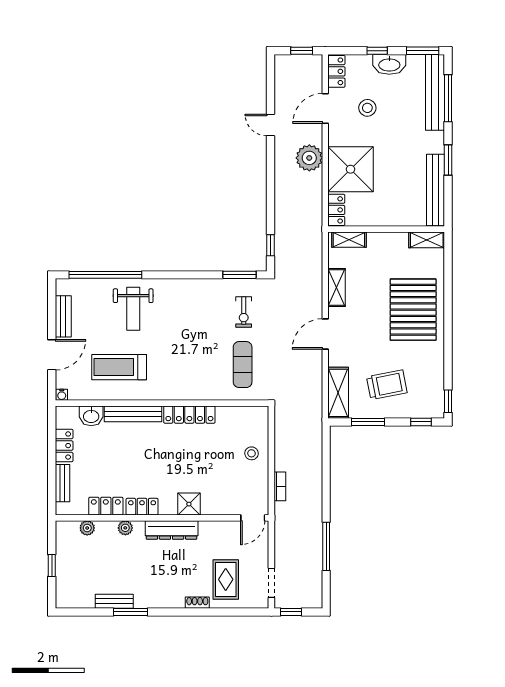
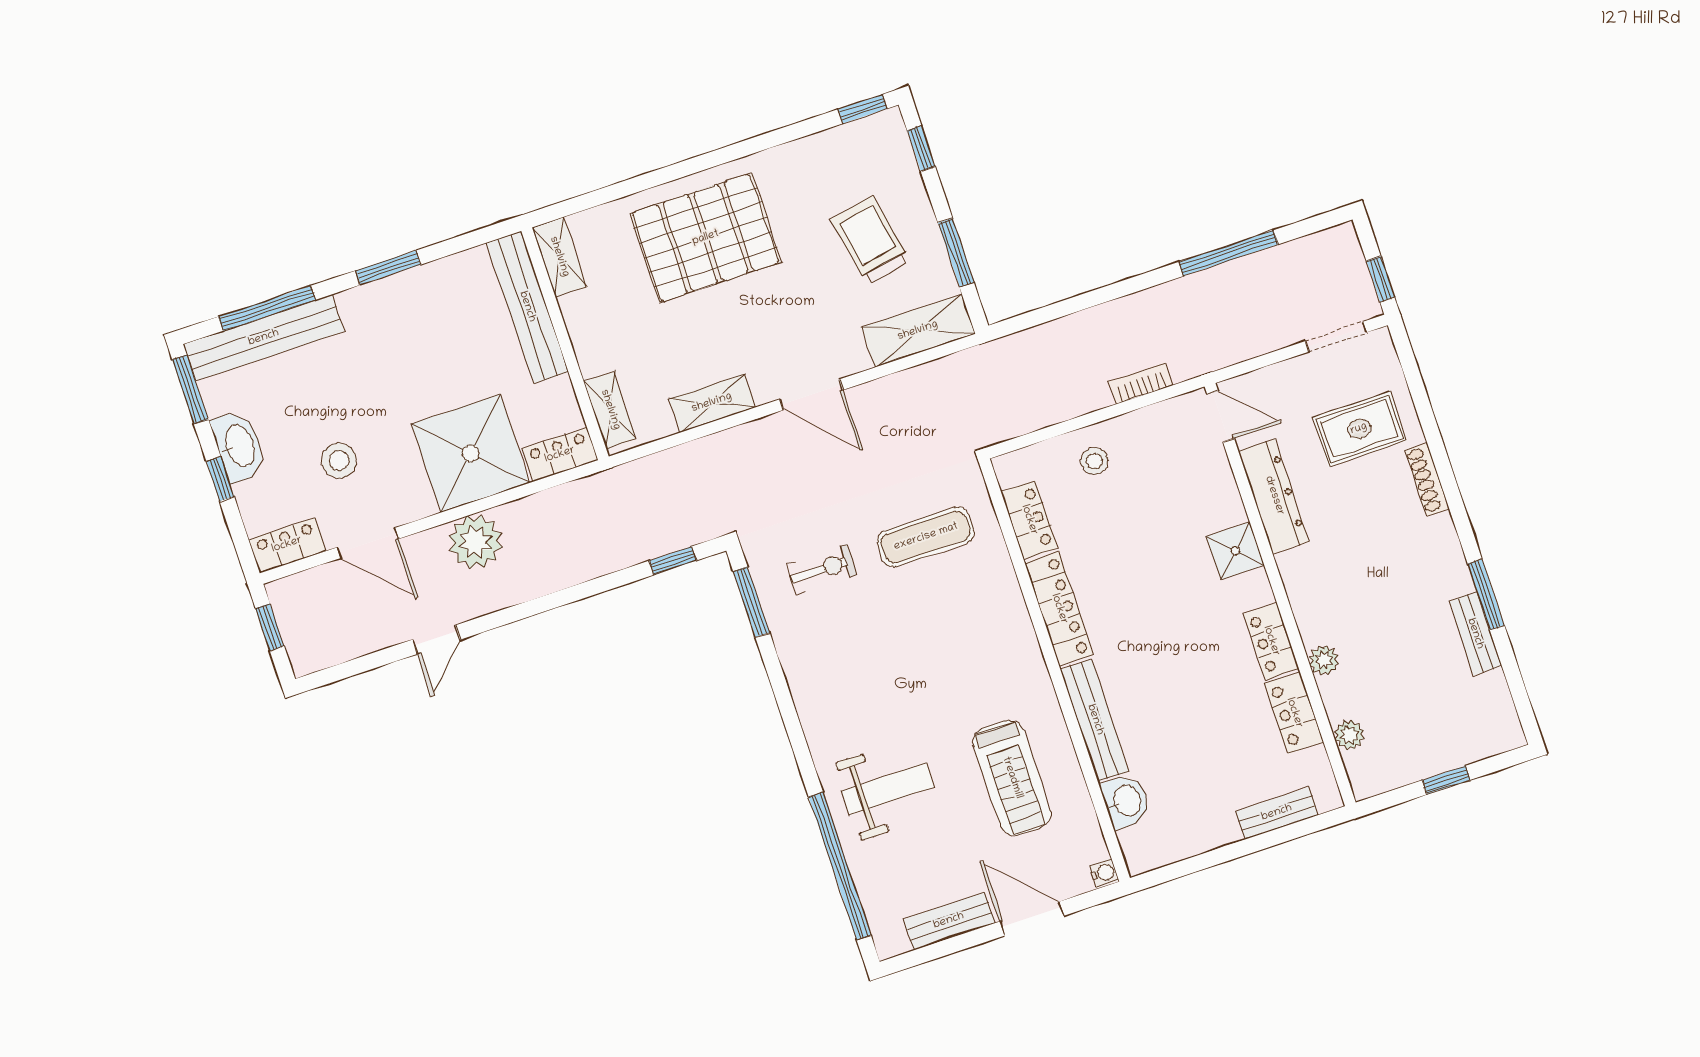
bench: (436, 190) -> (527, 307), moved, turned 90
locker: (64, 446) -> (1029, 520), moved, turned 90
dresser: (172, 530) -> (1274, 496), moved
shoe rack: (197, 603) -> (1427, 479), width x1.43

